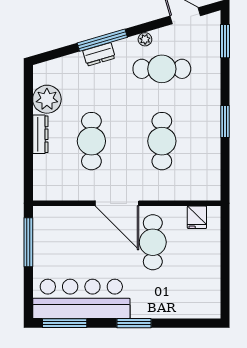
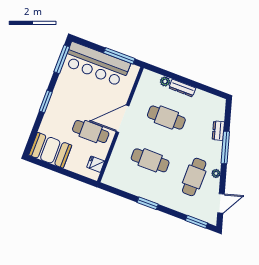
dresser: (99, 54) -> (218, 131), moved
plant: (47, 99) -> (165, 81), moved, width x0.53, depth x0.53
booth: (201, 290) -> (50, 150), added
bar counter: (81, 299) -> (97, 64), moved, turned 90

